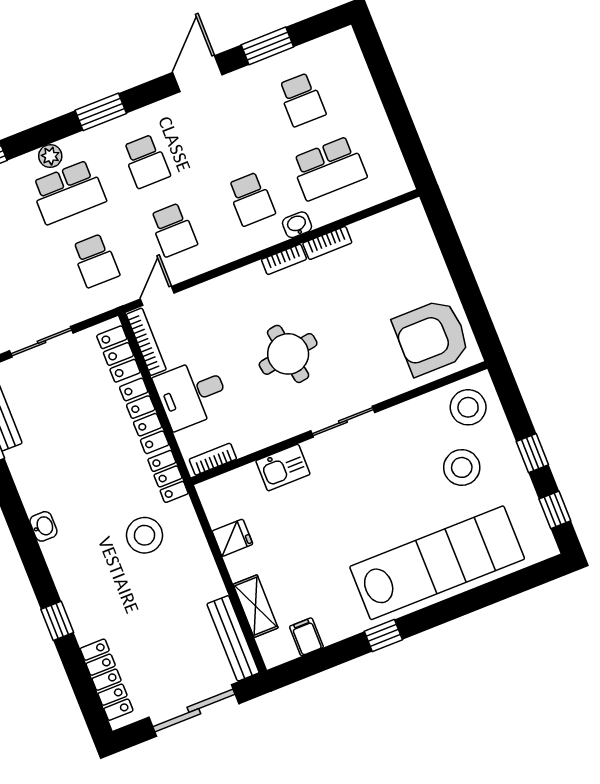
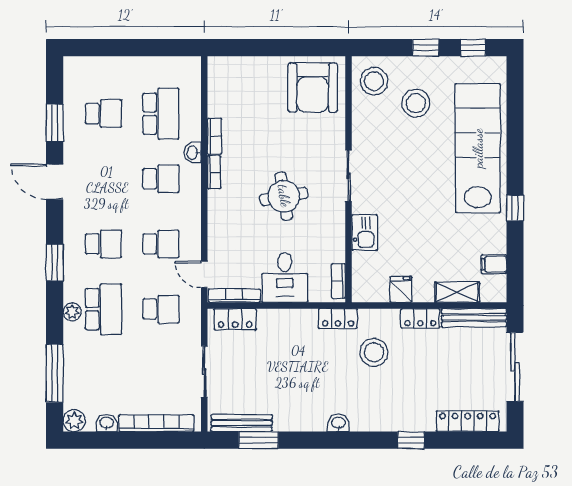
locker: (144, 416) -> (420, 318), moved, width x0.66

